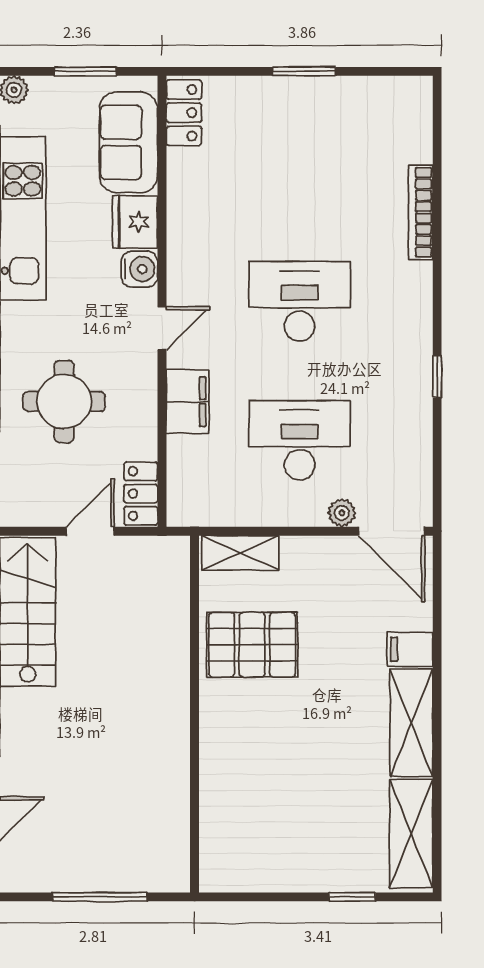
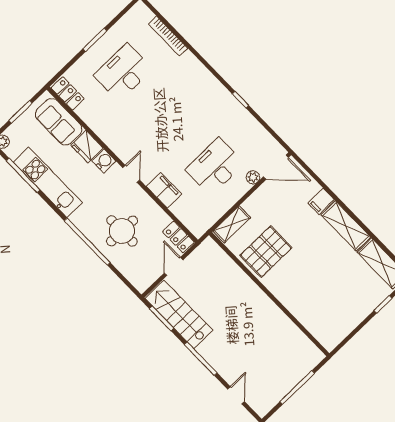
bookcase: (421, 212) -> (168, 36), moved
desk: (300, 301) -> (123, 72), moved

